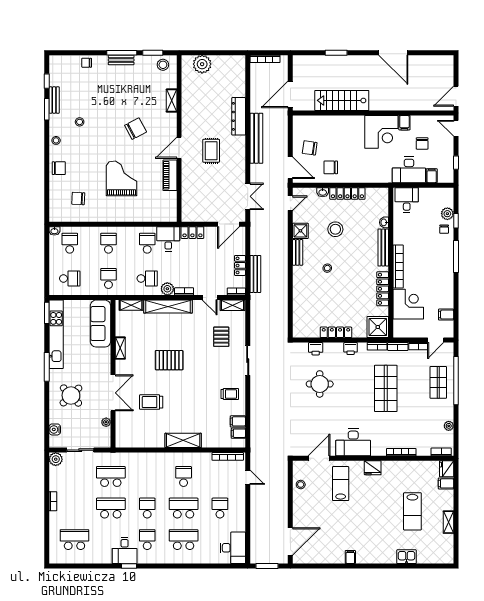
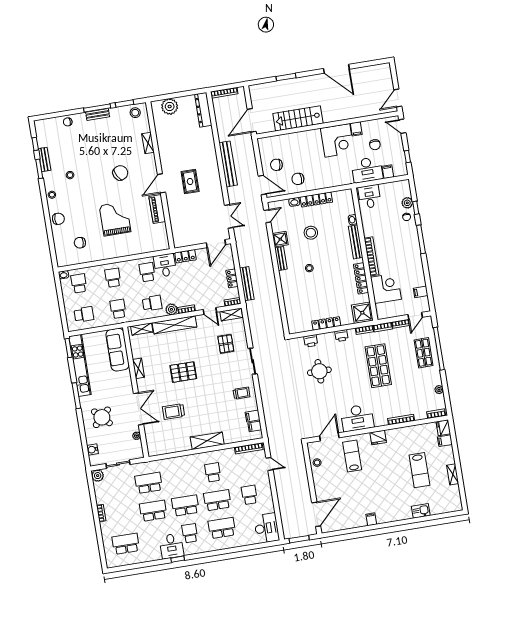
dresser: (239, 116) -> (203, 110), moved
school desk: (147, 508) -> (185, 505), width x1.85

